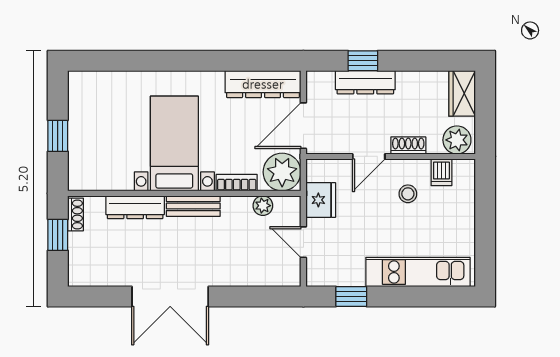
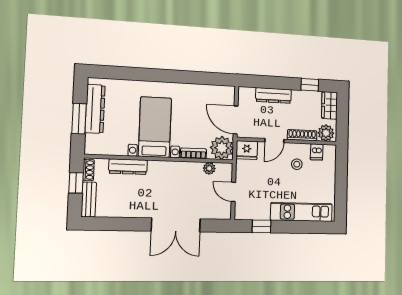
window: (363, 61) -> (310, 85), moved
dresser: (263, 84) -> (95, 109), moved, turned -90
door: (303, 126) -> (236, 120), hinge flipped
window: (58, 136) -> (79, 119), width x1.50
shoe rack: (408, 146) -> (302, 135), width x1.43
fridge: (321, 200) -> (247, 150), moved, turned 90
bench: (193, 206) -> (89, 199), moved, turned 90
double door: (170, 297) -> (176, 225), moved

